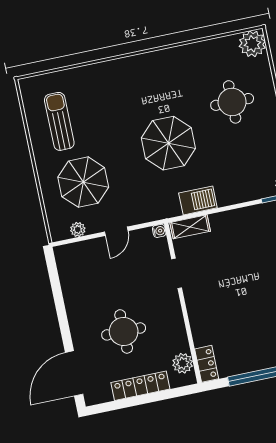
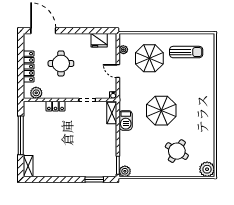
round table: (232, 102) -> (177, 151), turned 32
fridge: (70, 274) -> (99, 40), added
locker: (207, 364) -> (55, 106), moved

